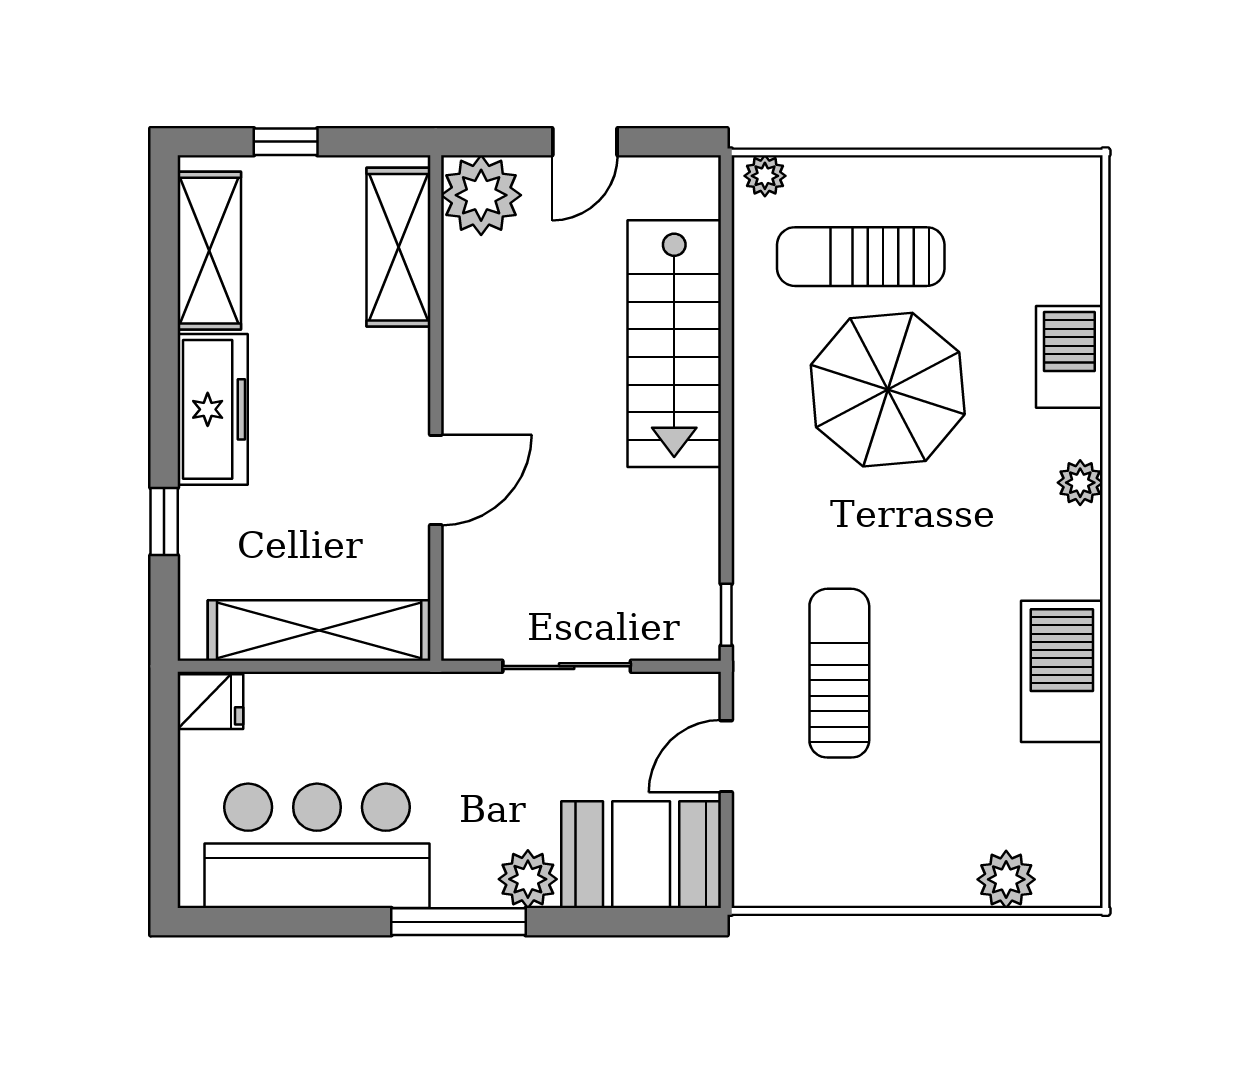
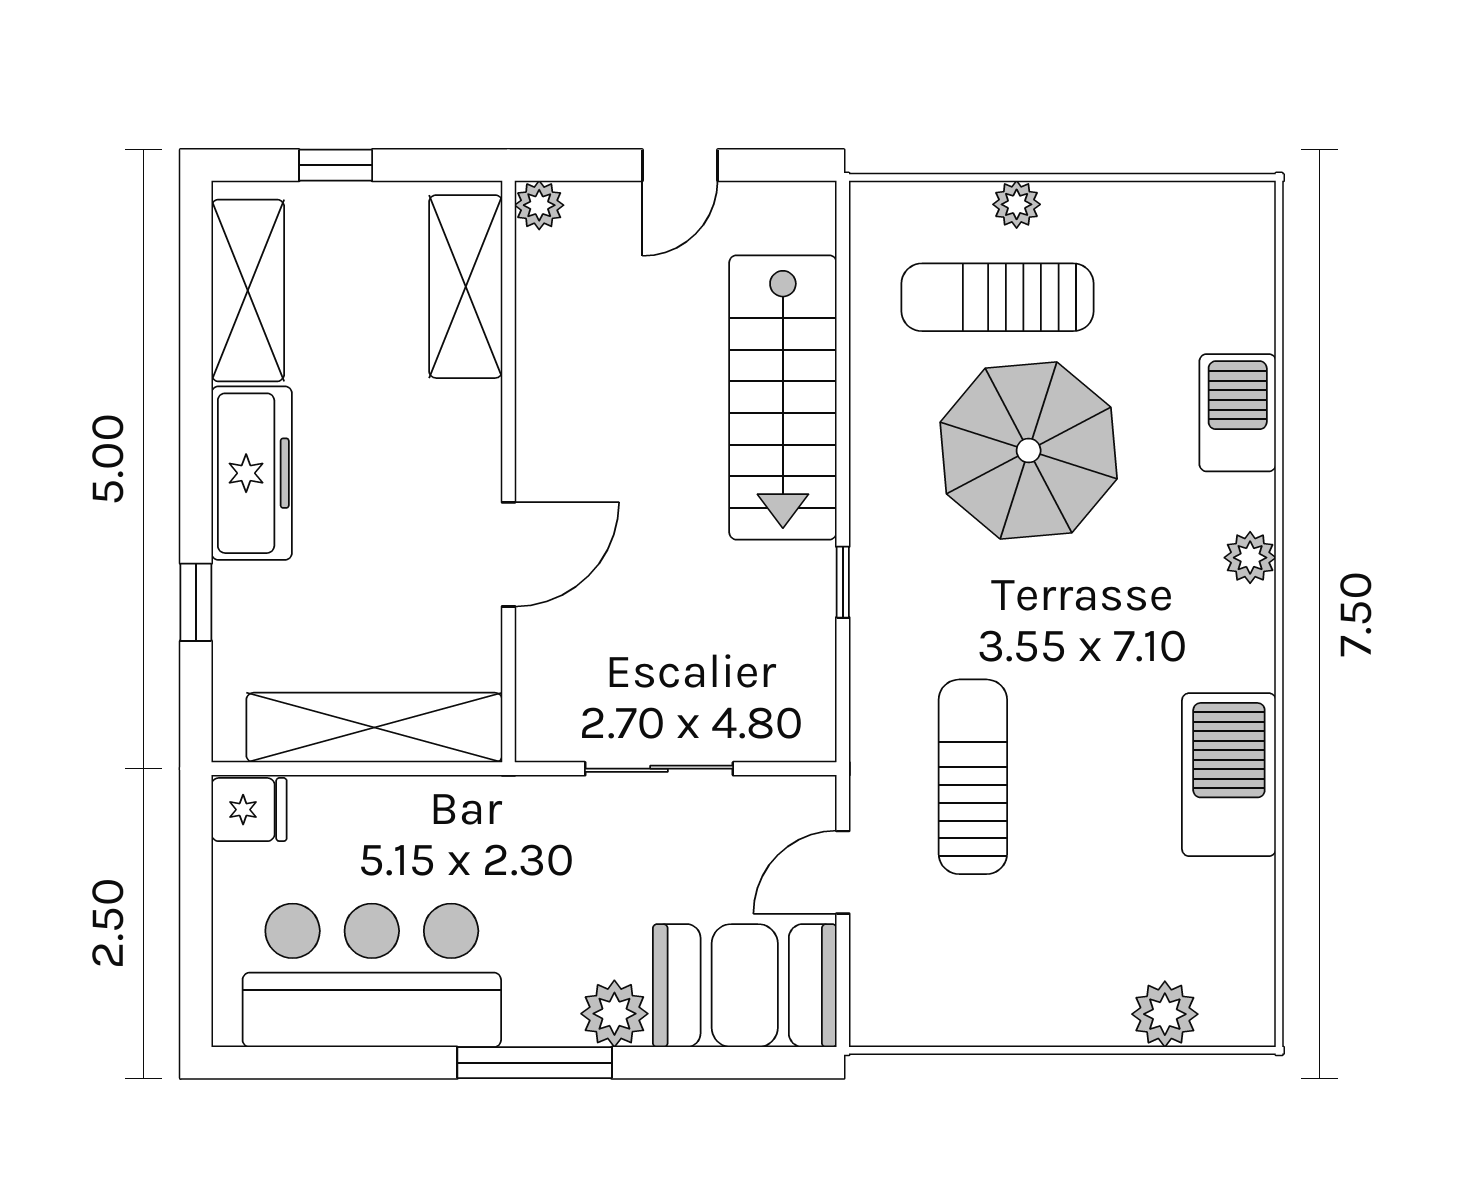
plant: (765, 176) -> (1017, 204), moved
plant: (481, 195) -> (539, 205), width x0.53, depth x0.53
window: (726, 615) -> (843, 582), moved

